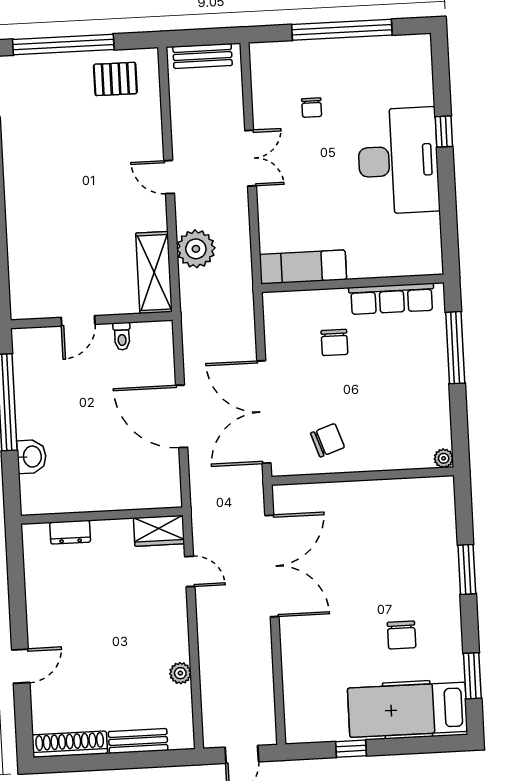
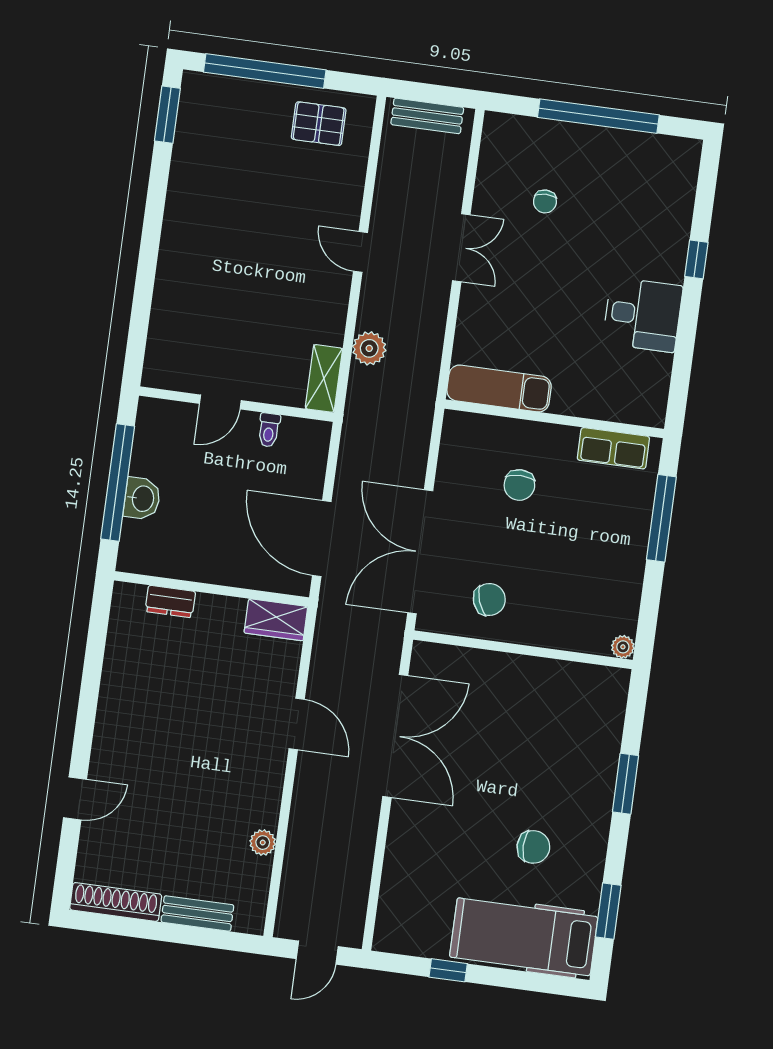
desk: (398, 161) -> (643, 315), width x0.53, depth x0.77
plant: (196, 249) -> (369, 348), width x0.73, depth x0.73
shelving: (154, 272) -> (324, 378), width x0.67, depth x0.75
row of seats: (392, 299) -> (613, 448), width x0.68
washbasin: (31, 457) -> (142, 499), moved
wall: (102, 516) -> (211, 589), moved
wardrobe: (159, 531) -> (276, 620), moved
dresser: (70, 532) -> (170, 601), moved
door: (190, 571) -> (297, 724), width x1.38
chair: (402, 635) -> (533, 847), turned -90

